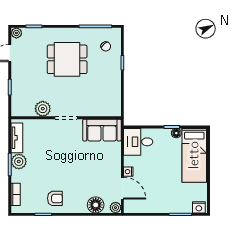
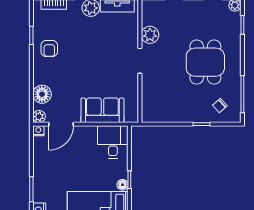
sofa: (102, 130) -> (102, 110), moved, turned 90
nightstand: (128, 172) -> (38, 131), moved

